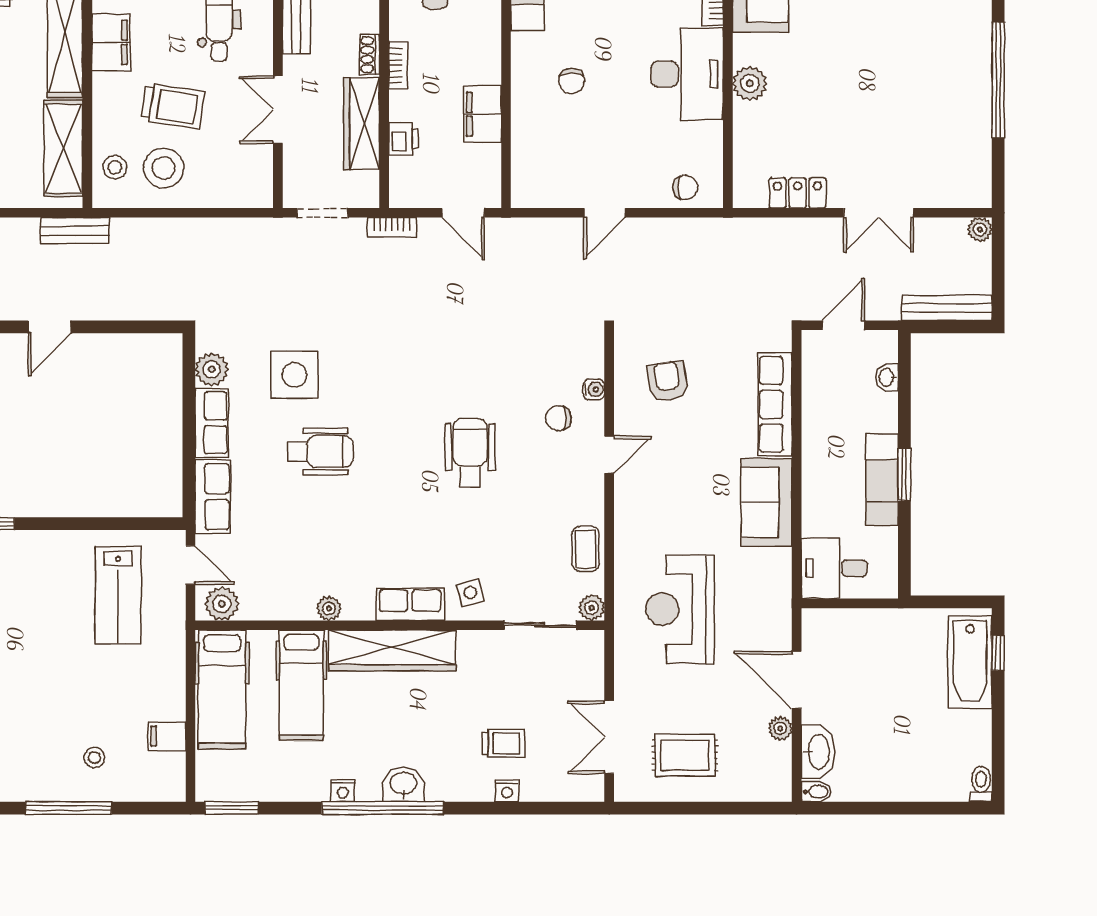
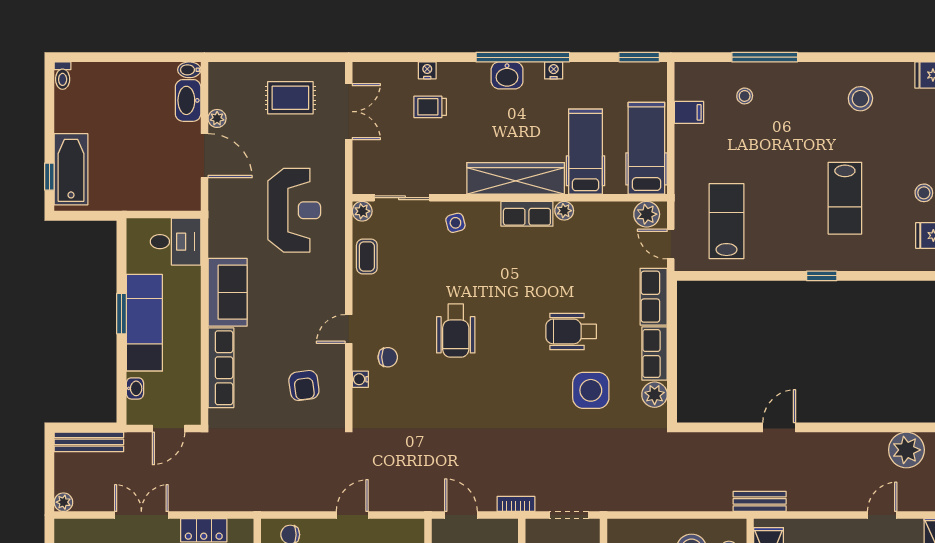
exam couch: (882, 480) -> (144, 323), width x1.36, depth x1.45
row of seats: (410, 604) -> (527, 214), moved

